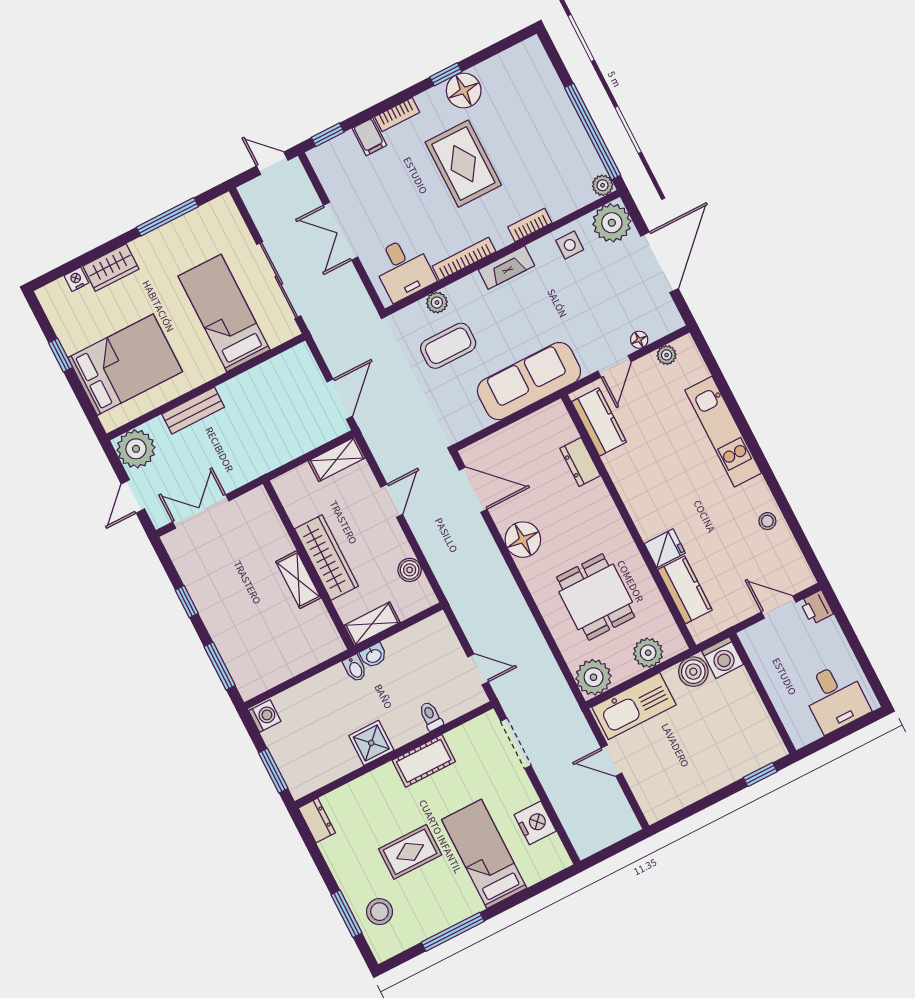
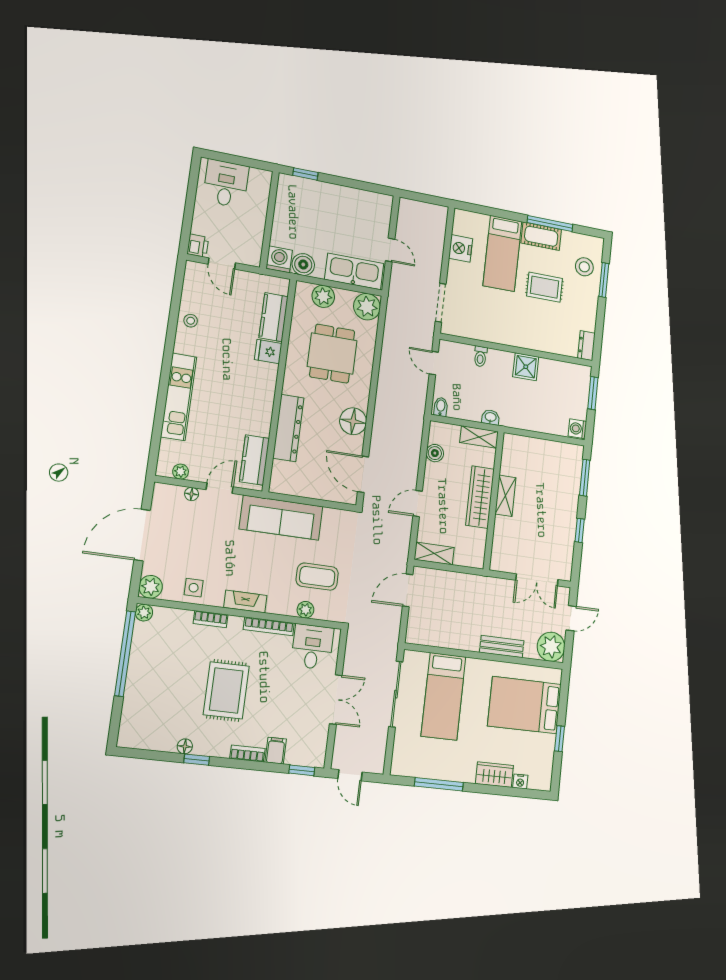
floor lamp: (464, 91) -> (185, 746), width x0.53, depth x0.53
plant: (612, 223) -> (151, 587), width x0.73, depth x0.73
dresser: (580, 462) -> (288, 428), width x1.96, depth x1.24
bidet: (355, 668) -> (441, 407), moved
cot: (424, 761) -> (541, 236), moved

